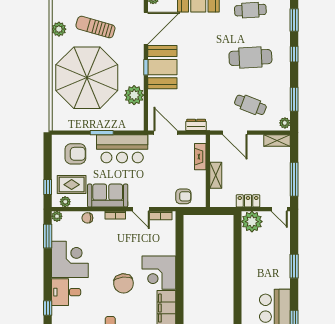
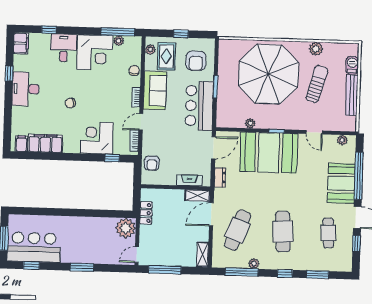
door: (146, 28) -> (314, 132), width x0.53
booth: (162, 67) -> (269, 153), width x1.36, depth x1.42
plant: (134, 95) -> (250, 123), width x0.53, depth x0.53
window: (294, 99) -> (242, 272), width x1.44
cafe table: (250, 105) -> (238, 230), width x1.37, depth x1.35
plant: (285, 123) -> (254, 264), moved
shelving: (216, 175) -> (197, 196), moved
window: (48, 187) -> (181, 34), moved
locker: (248, 201) -> (146, 213), moved
plant: (57, 216) -> (119, 41), moved
window: (48, 236) -> (118, 32), width x1.44
window: (179, 238) -> (112, 158), added
corner desk: (159, 273) -> (97, 138), moved
chair: (123, 283) -> (70, 103), width x0.54, depth x0.54

